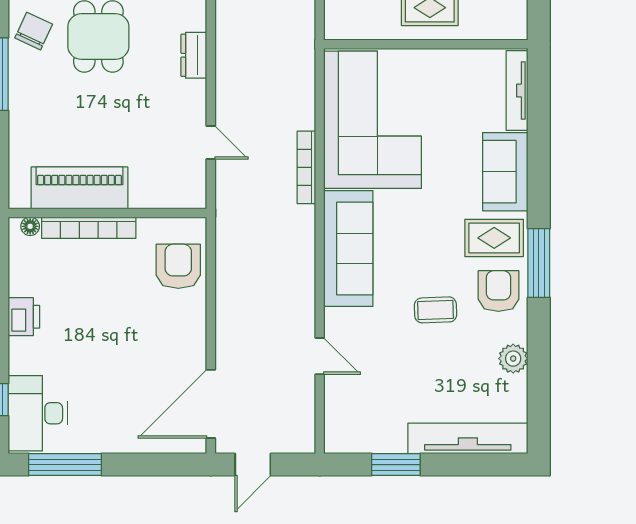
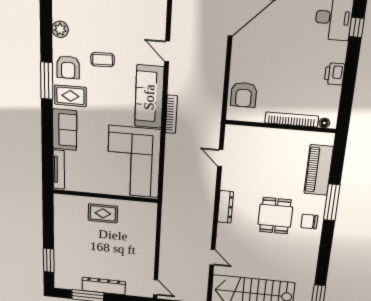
chair: (34, 31) -> (309, 222), turned 65
dresser: (194, 55) -> (225, 207), width x1.44
bookcase: (306, 167) -> (171, 114), moved
piano: (79, 188) -> (319, 170), moved, turned 90
door: (320, 356) -> (167, 51), moved

